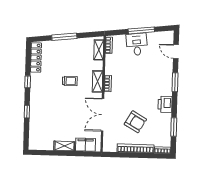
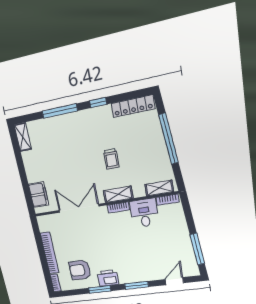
window: (141, 30) -> (197, 249), moved
window: (64, 37) -> (169, 139), width x1.46
desk: (137, 44) -> (144, 213), moved, turned -84
window: (27, 112) -> (60, 111), width x2.17
armchair: (135, 122) -> (80, 270), moved, turned 60
window: (174, 127) -> (100, 289), moved
shelving: (64, 146) -> (23, 137), moved

